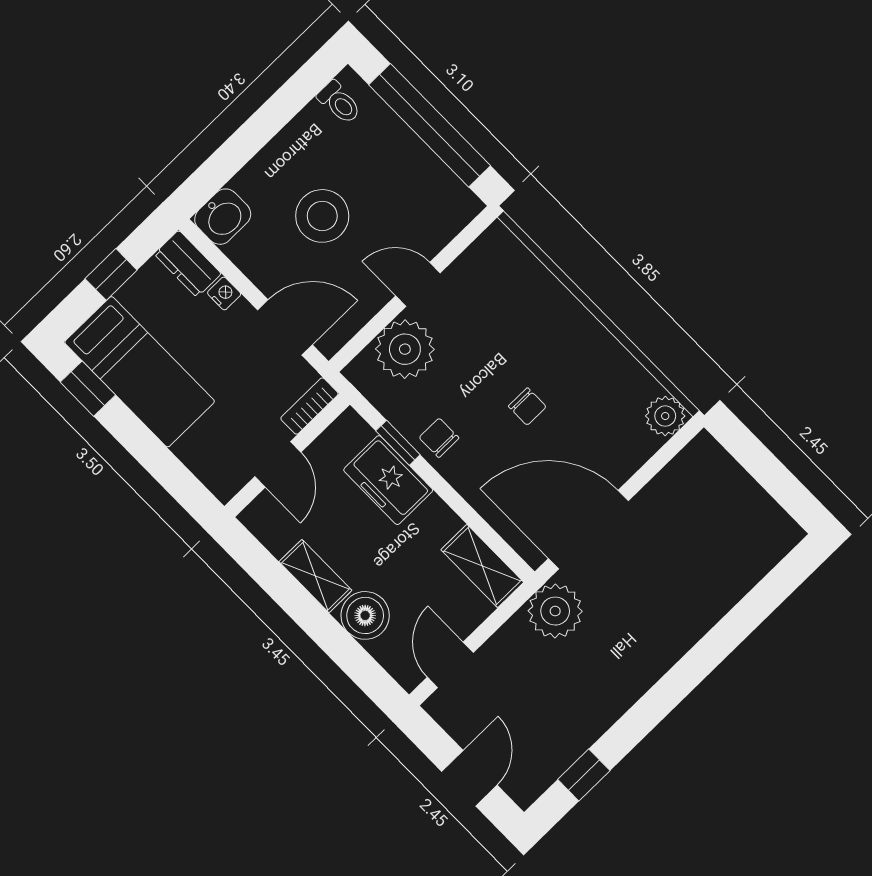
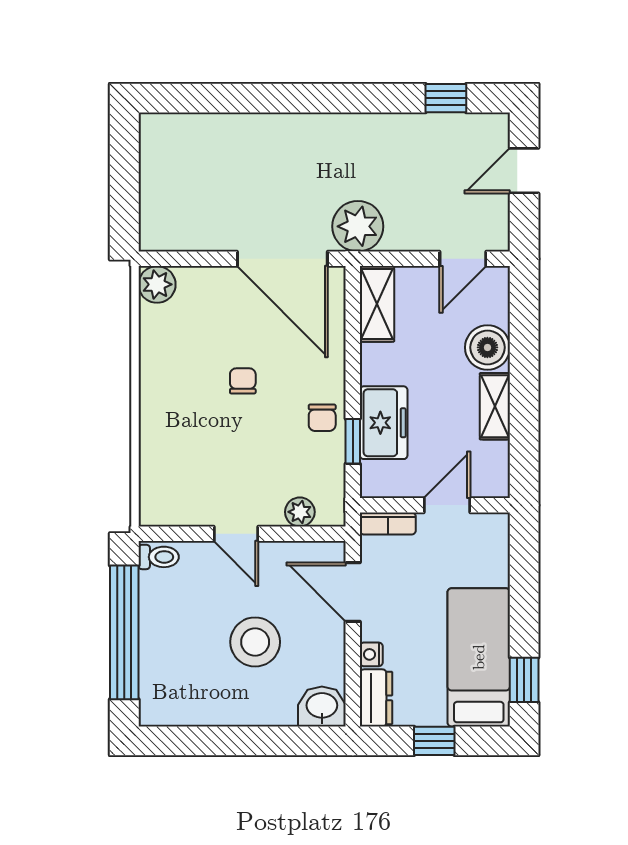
toilet: (339, 102) -> (159, 557), moved, turned 90
plant: (405, 349) -> (300, 512), width x0.53, depth x0.53

